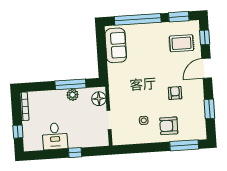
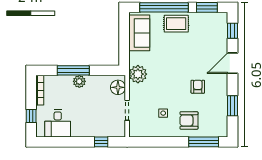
rug: (181, 43) -> (176, 24), moved
window: (70, 84) -> (73, 70), moved
plant: (117, 85) -> (138, 74), added
plant: (72, 95) -> (79, 81), moved
desk: (55, 136) -> (58, 123), moved
window: (75, 153) -> (101, 142), moved

